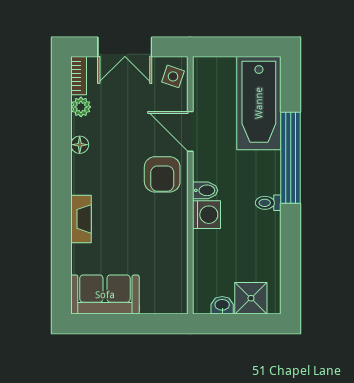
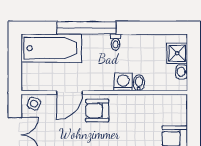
armchair: (162, 174) -> (97, 111), turned 180
bidet: (205, 190) -> (139, 83), moved

